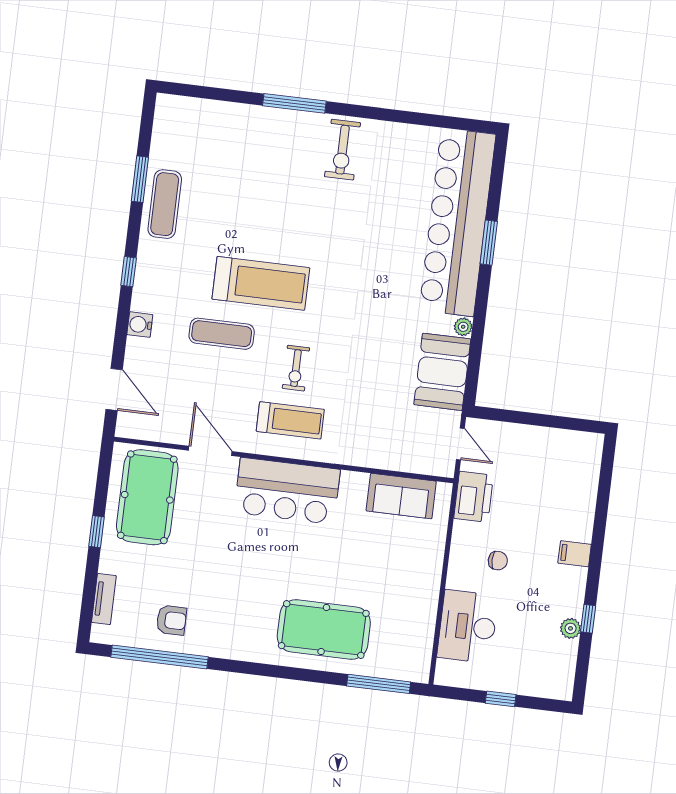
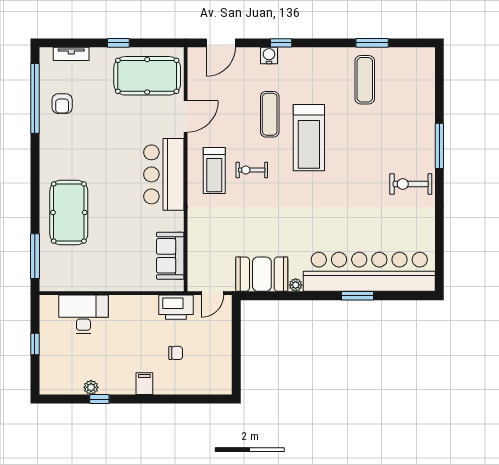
exercise mat: (165, 204) -> (365, 80), moved, turned 90
window: (129, 272) -> (281, 43), moved
chair: (498, 561) -> (176, 353), moved, turned -90

